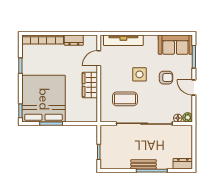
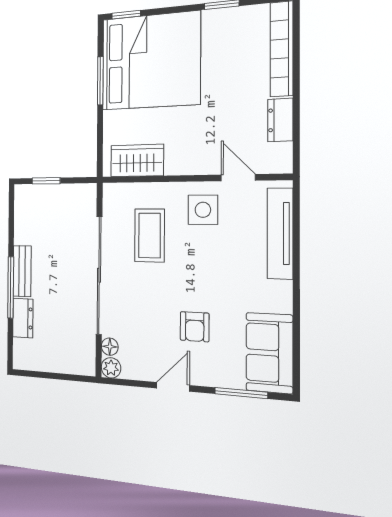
side table: (139, 74) -> (203, 210), moved
wardrobe: (90, 85) -> (137, 160), moved
dresser: (183, 164) -> (23, 318), moved

